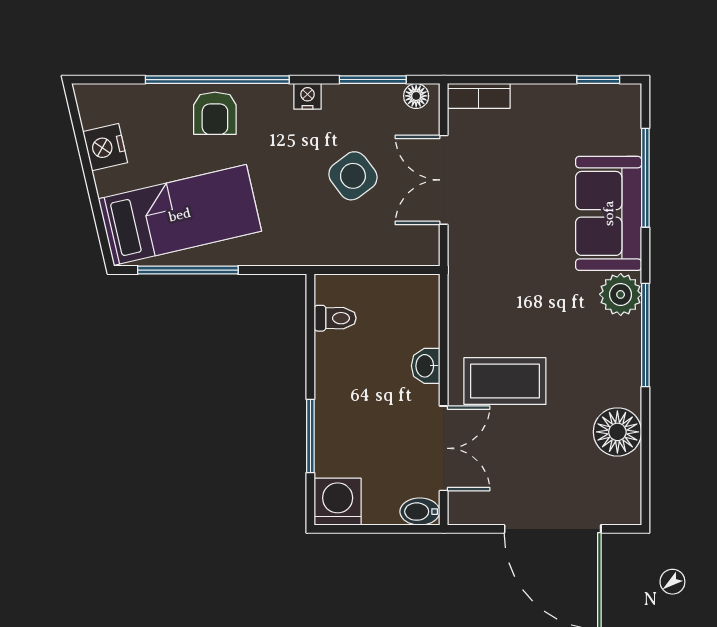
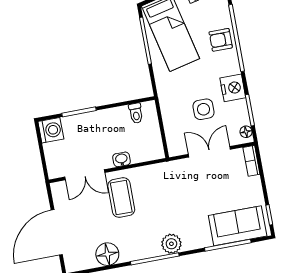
nightstand: (308, 96) -> (233, 88), width x1.89, depth x1.79
side table: (353, 176) -> (203, 109), turned 37
sofa: (609, 213) -> (238, 226), moved
bidet: (420, 512) -> (53, 169), removed

